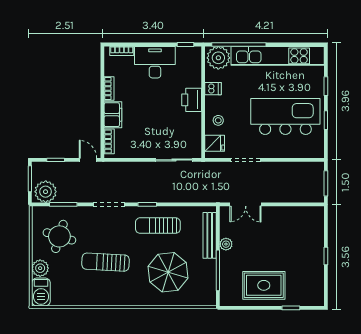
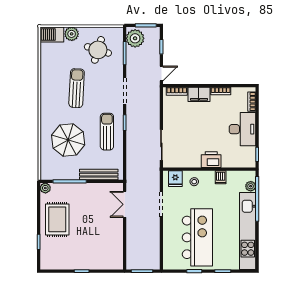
plant: (218, 58) -> (251, 186), width x0.53, depth x0.53
plant: (226, 244) -> (45, 188), moved

